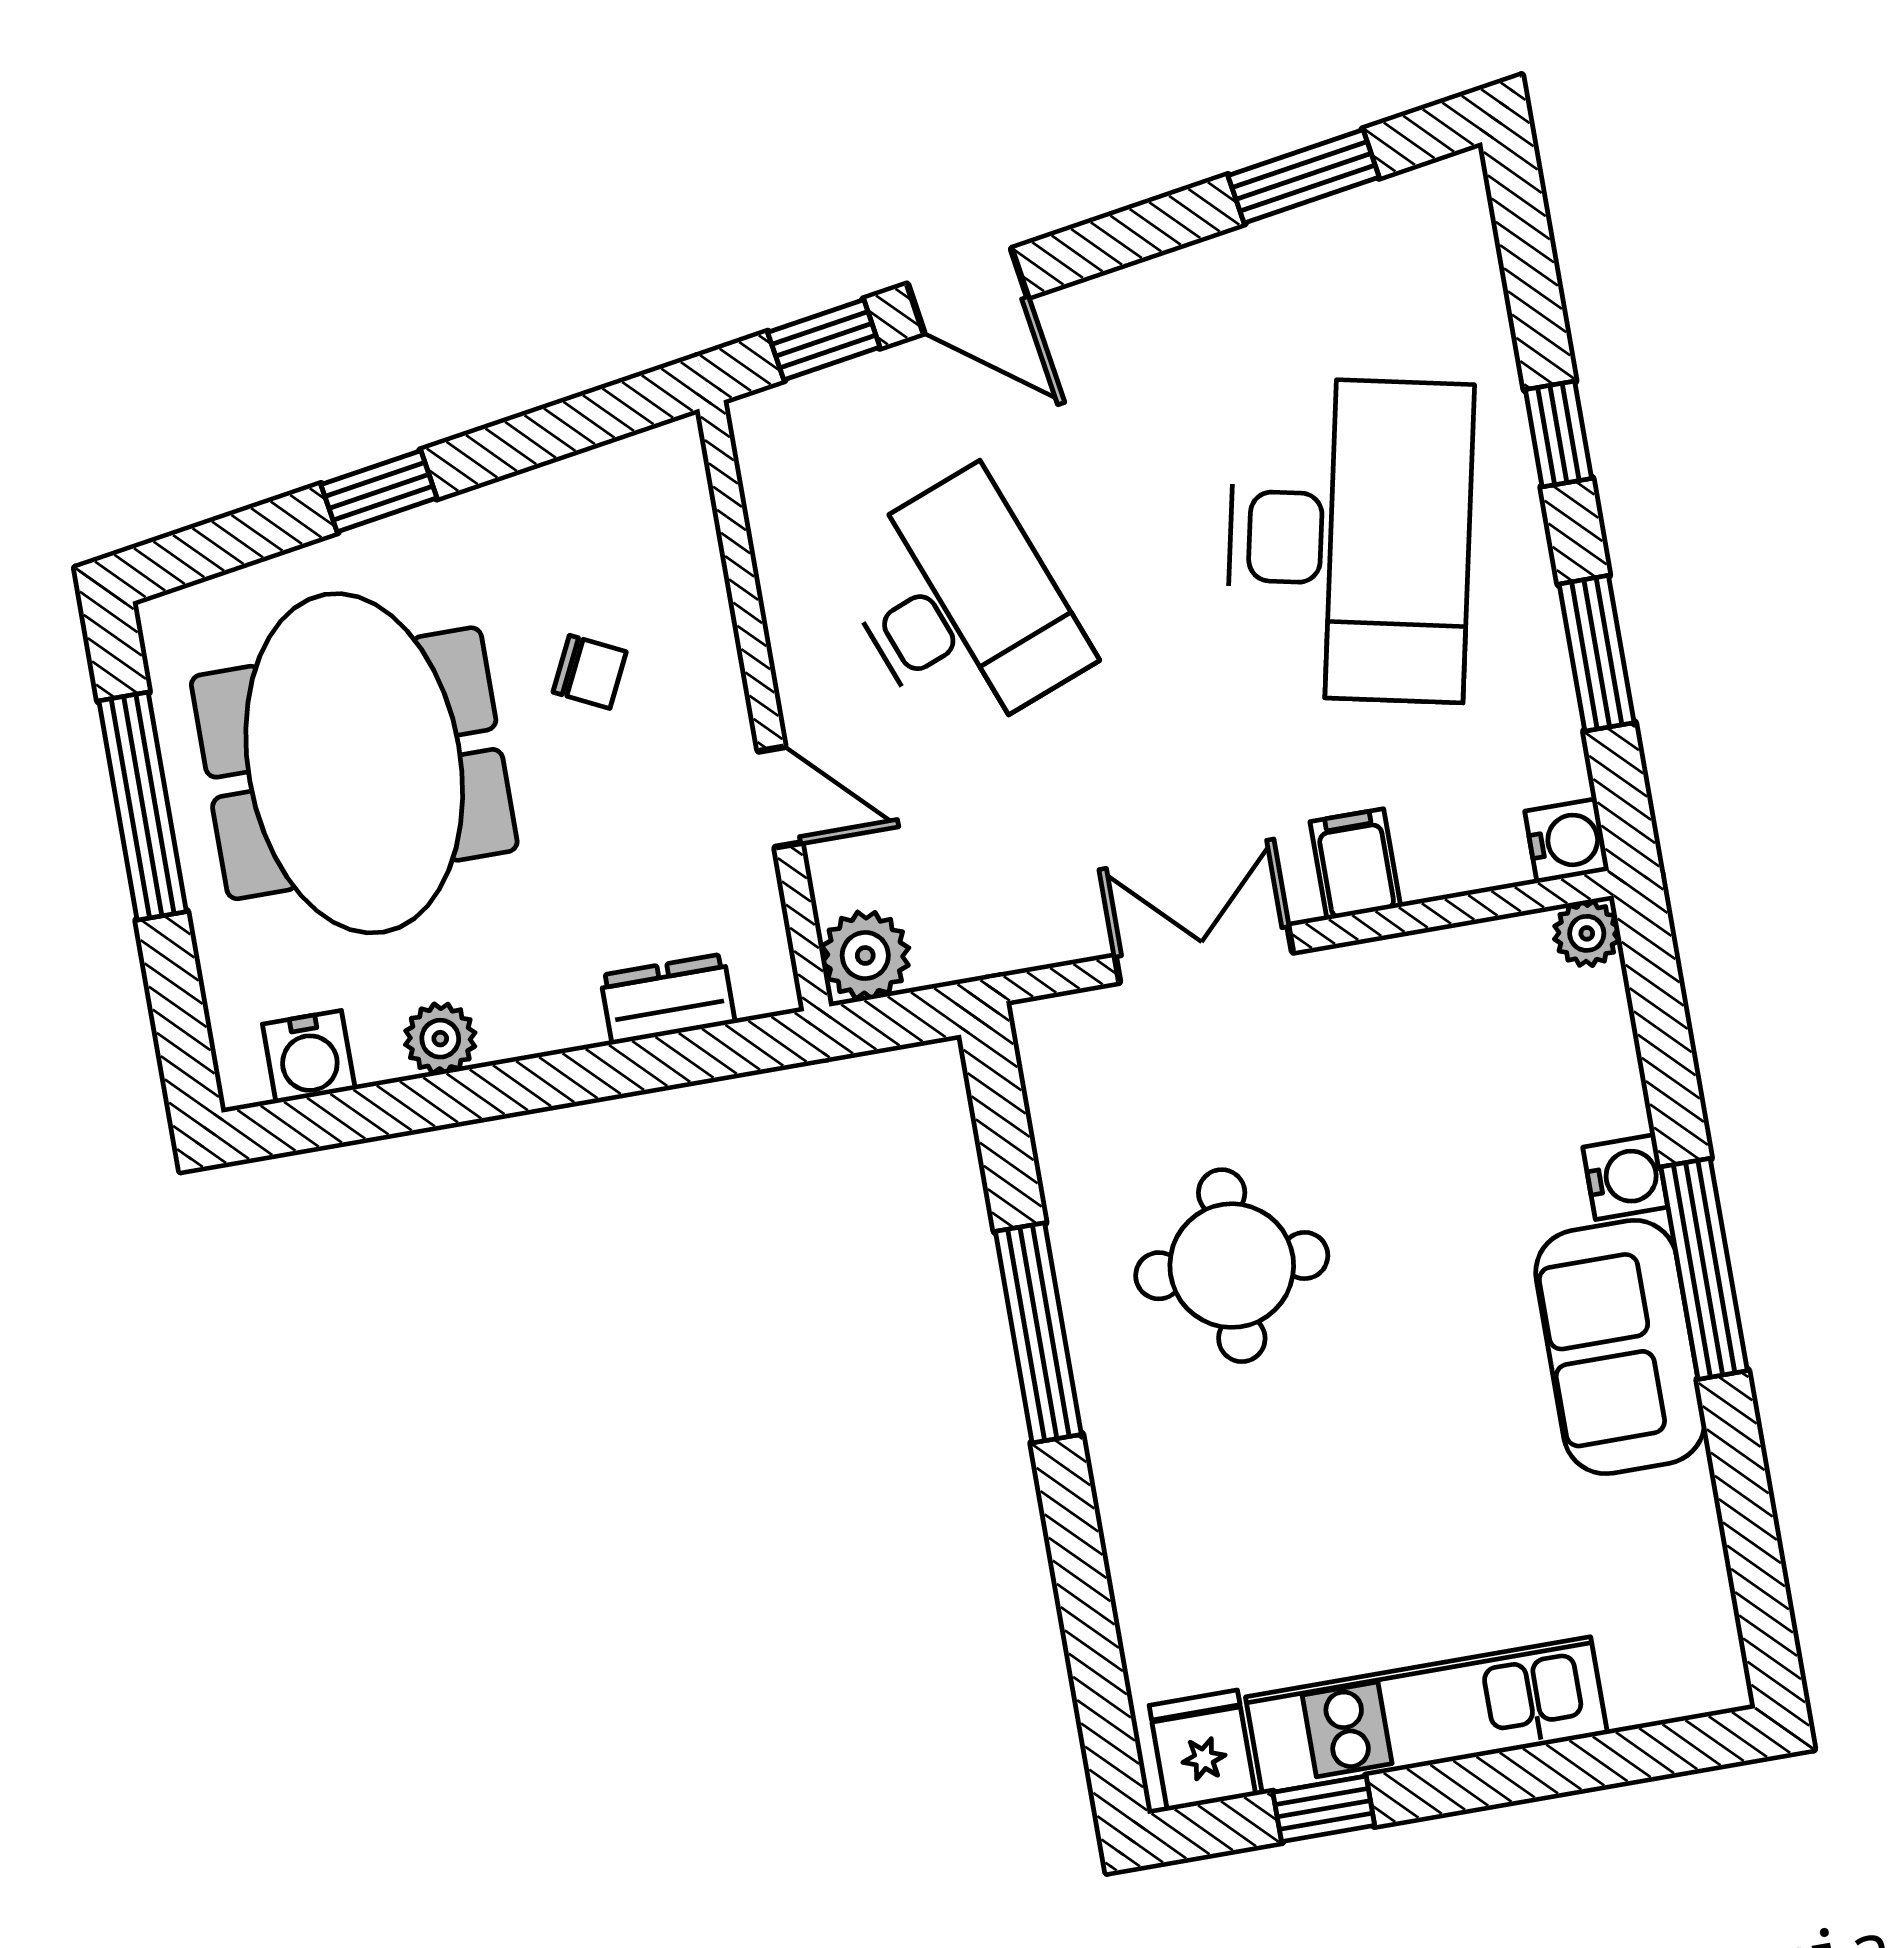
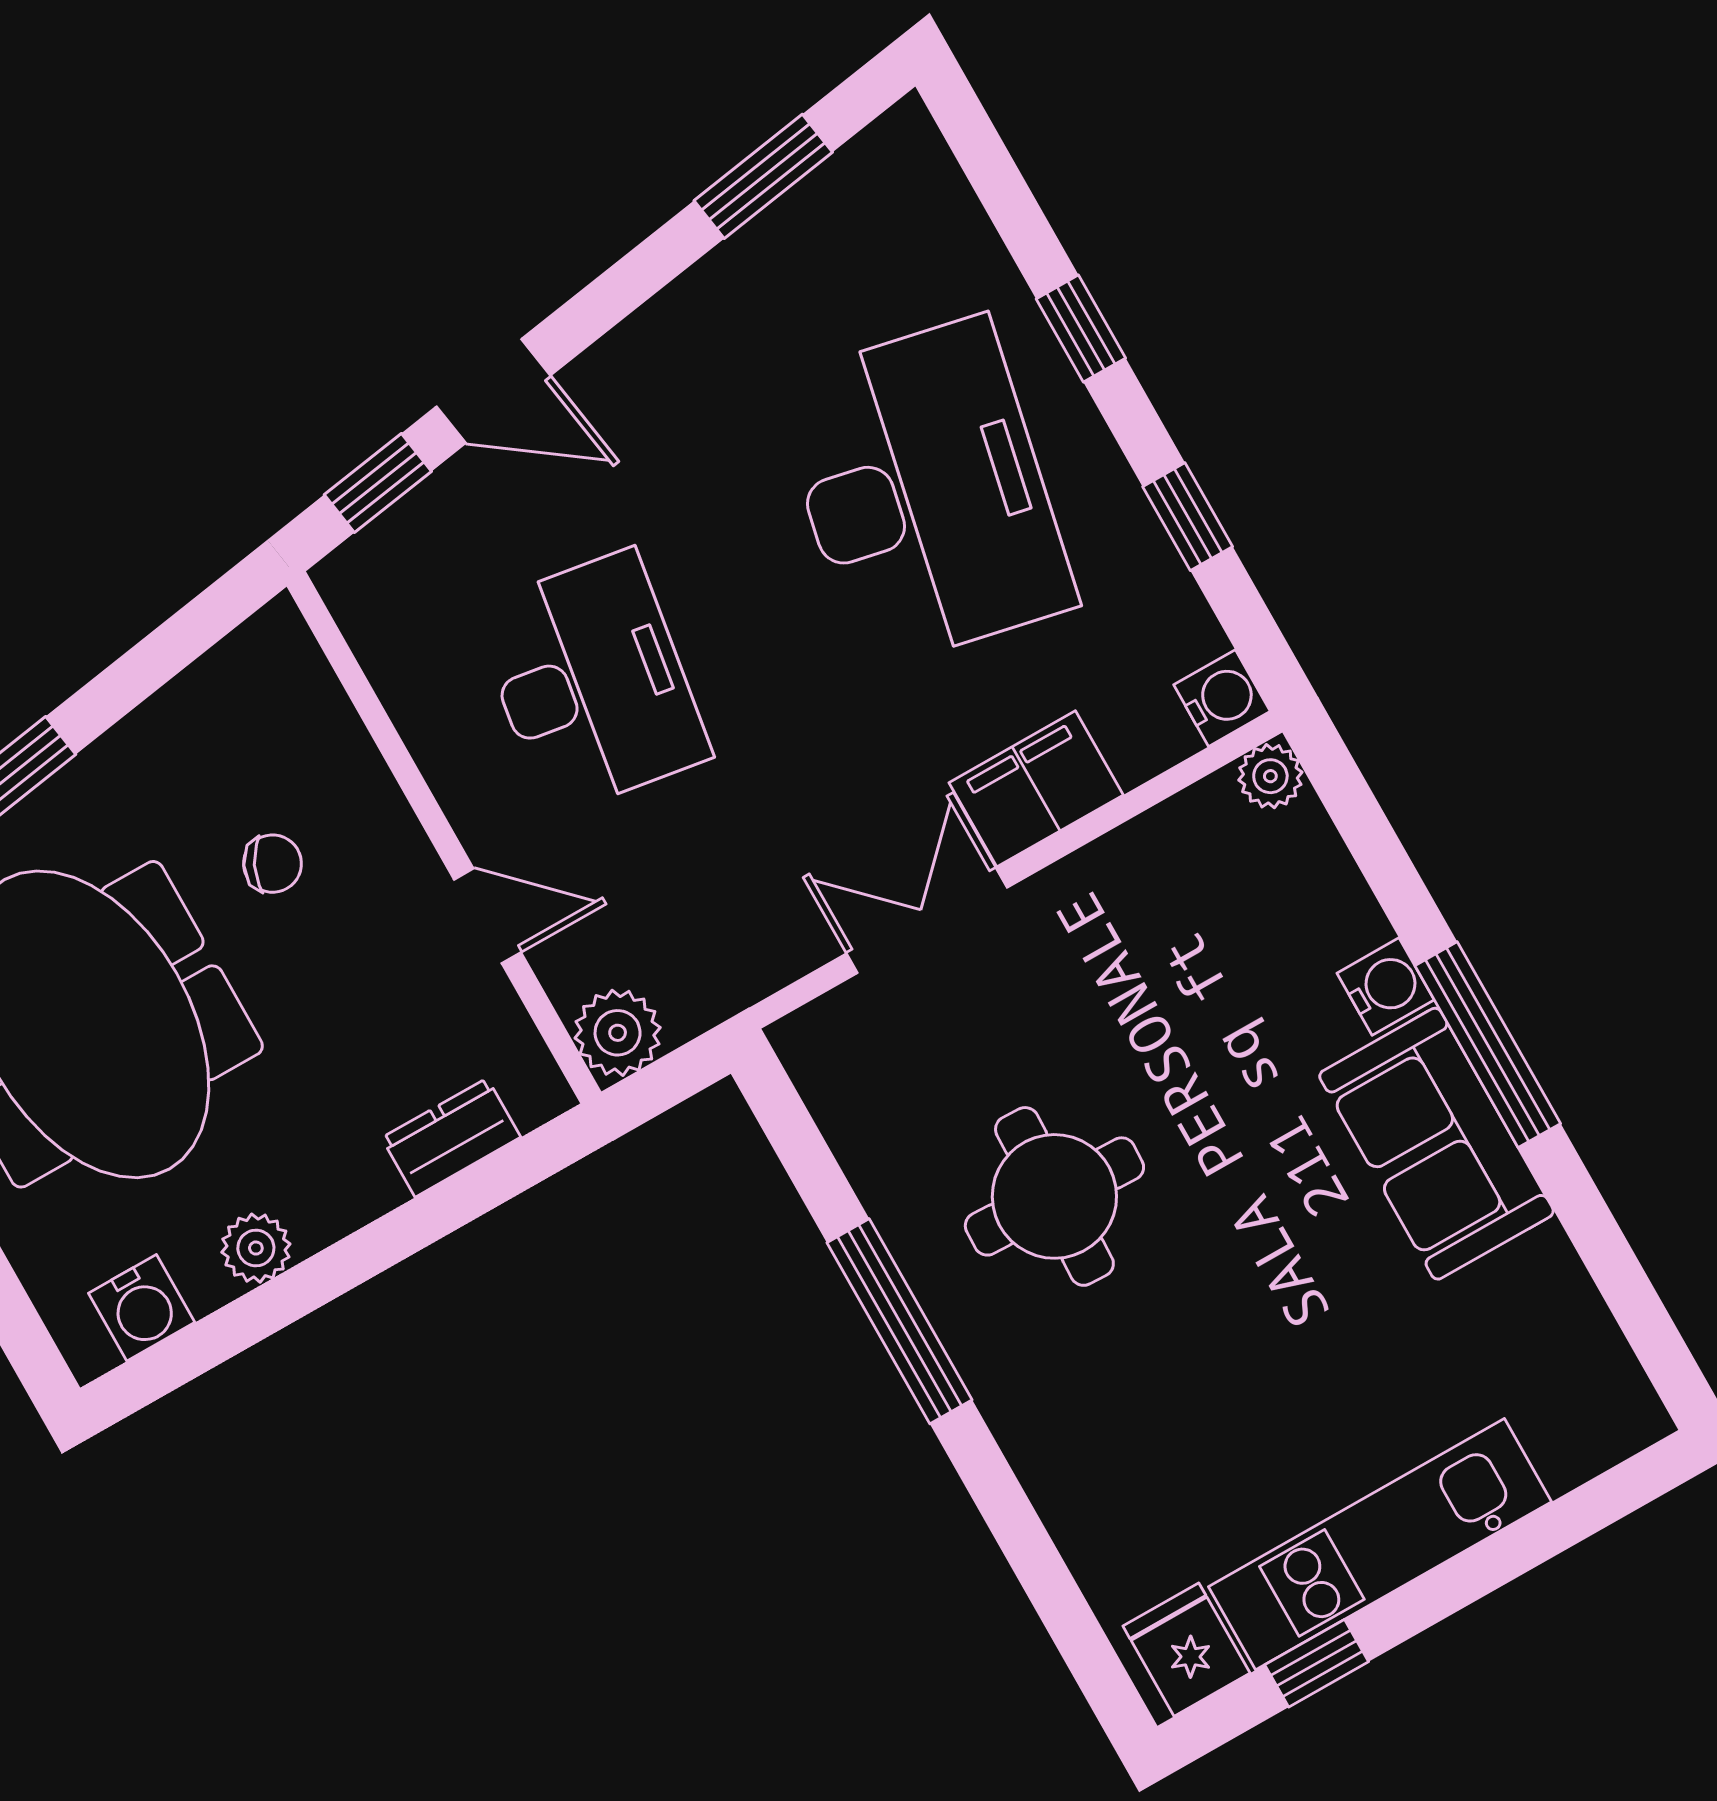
desk: (961, 607) -> (591, 683), turned 30
window: (1597, 653) -> (1188, 517), width x0.67
filing cabinet: (1355, 864) -> (1036, 789), width x2.00

